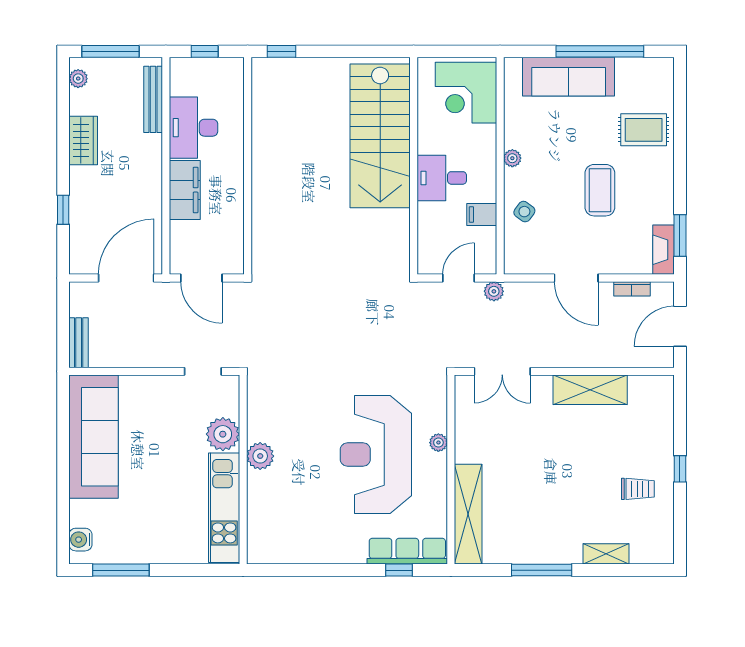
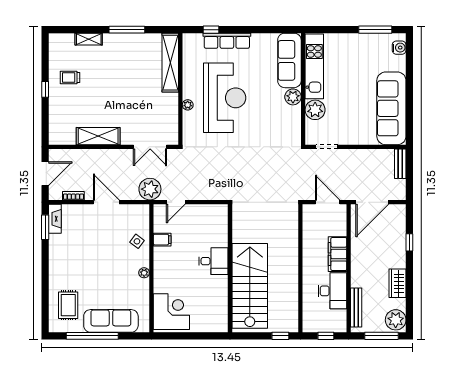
plant: (78, 79) -> (396, 320), width x1.88, depth x1.88
rug: (644, 130) -> (68, 305), moved, turned 90
stairs: (380, 136) -> (250, 286), moved
wall: (414, 166) -> (230, 268), moved
desk: (442, 178) -> (213, 261), moved
coffee table: (600, 190) -> (92, 254), removed
plant: (494, 291) -> (150, 189), width x1.87, depth x1.87
double door: (502, 371) -> (150, 147), swing flipped
sofa: (266, 518) -> (289, 60), added
row of seats: (407, 551) -> (227, 41), moved

